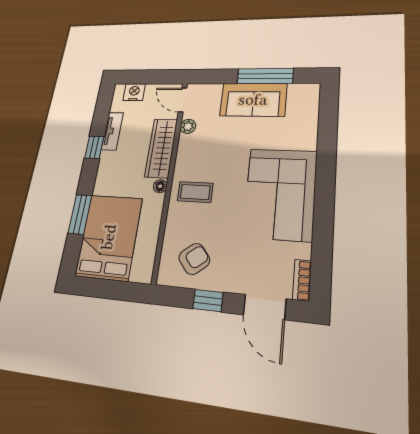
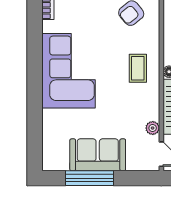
coffee table: (195, 192) -> (138, 68), turned 90

